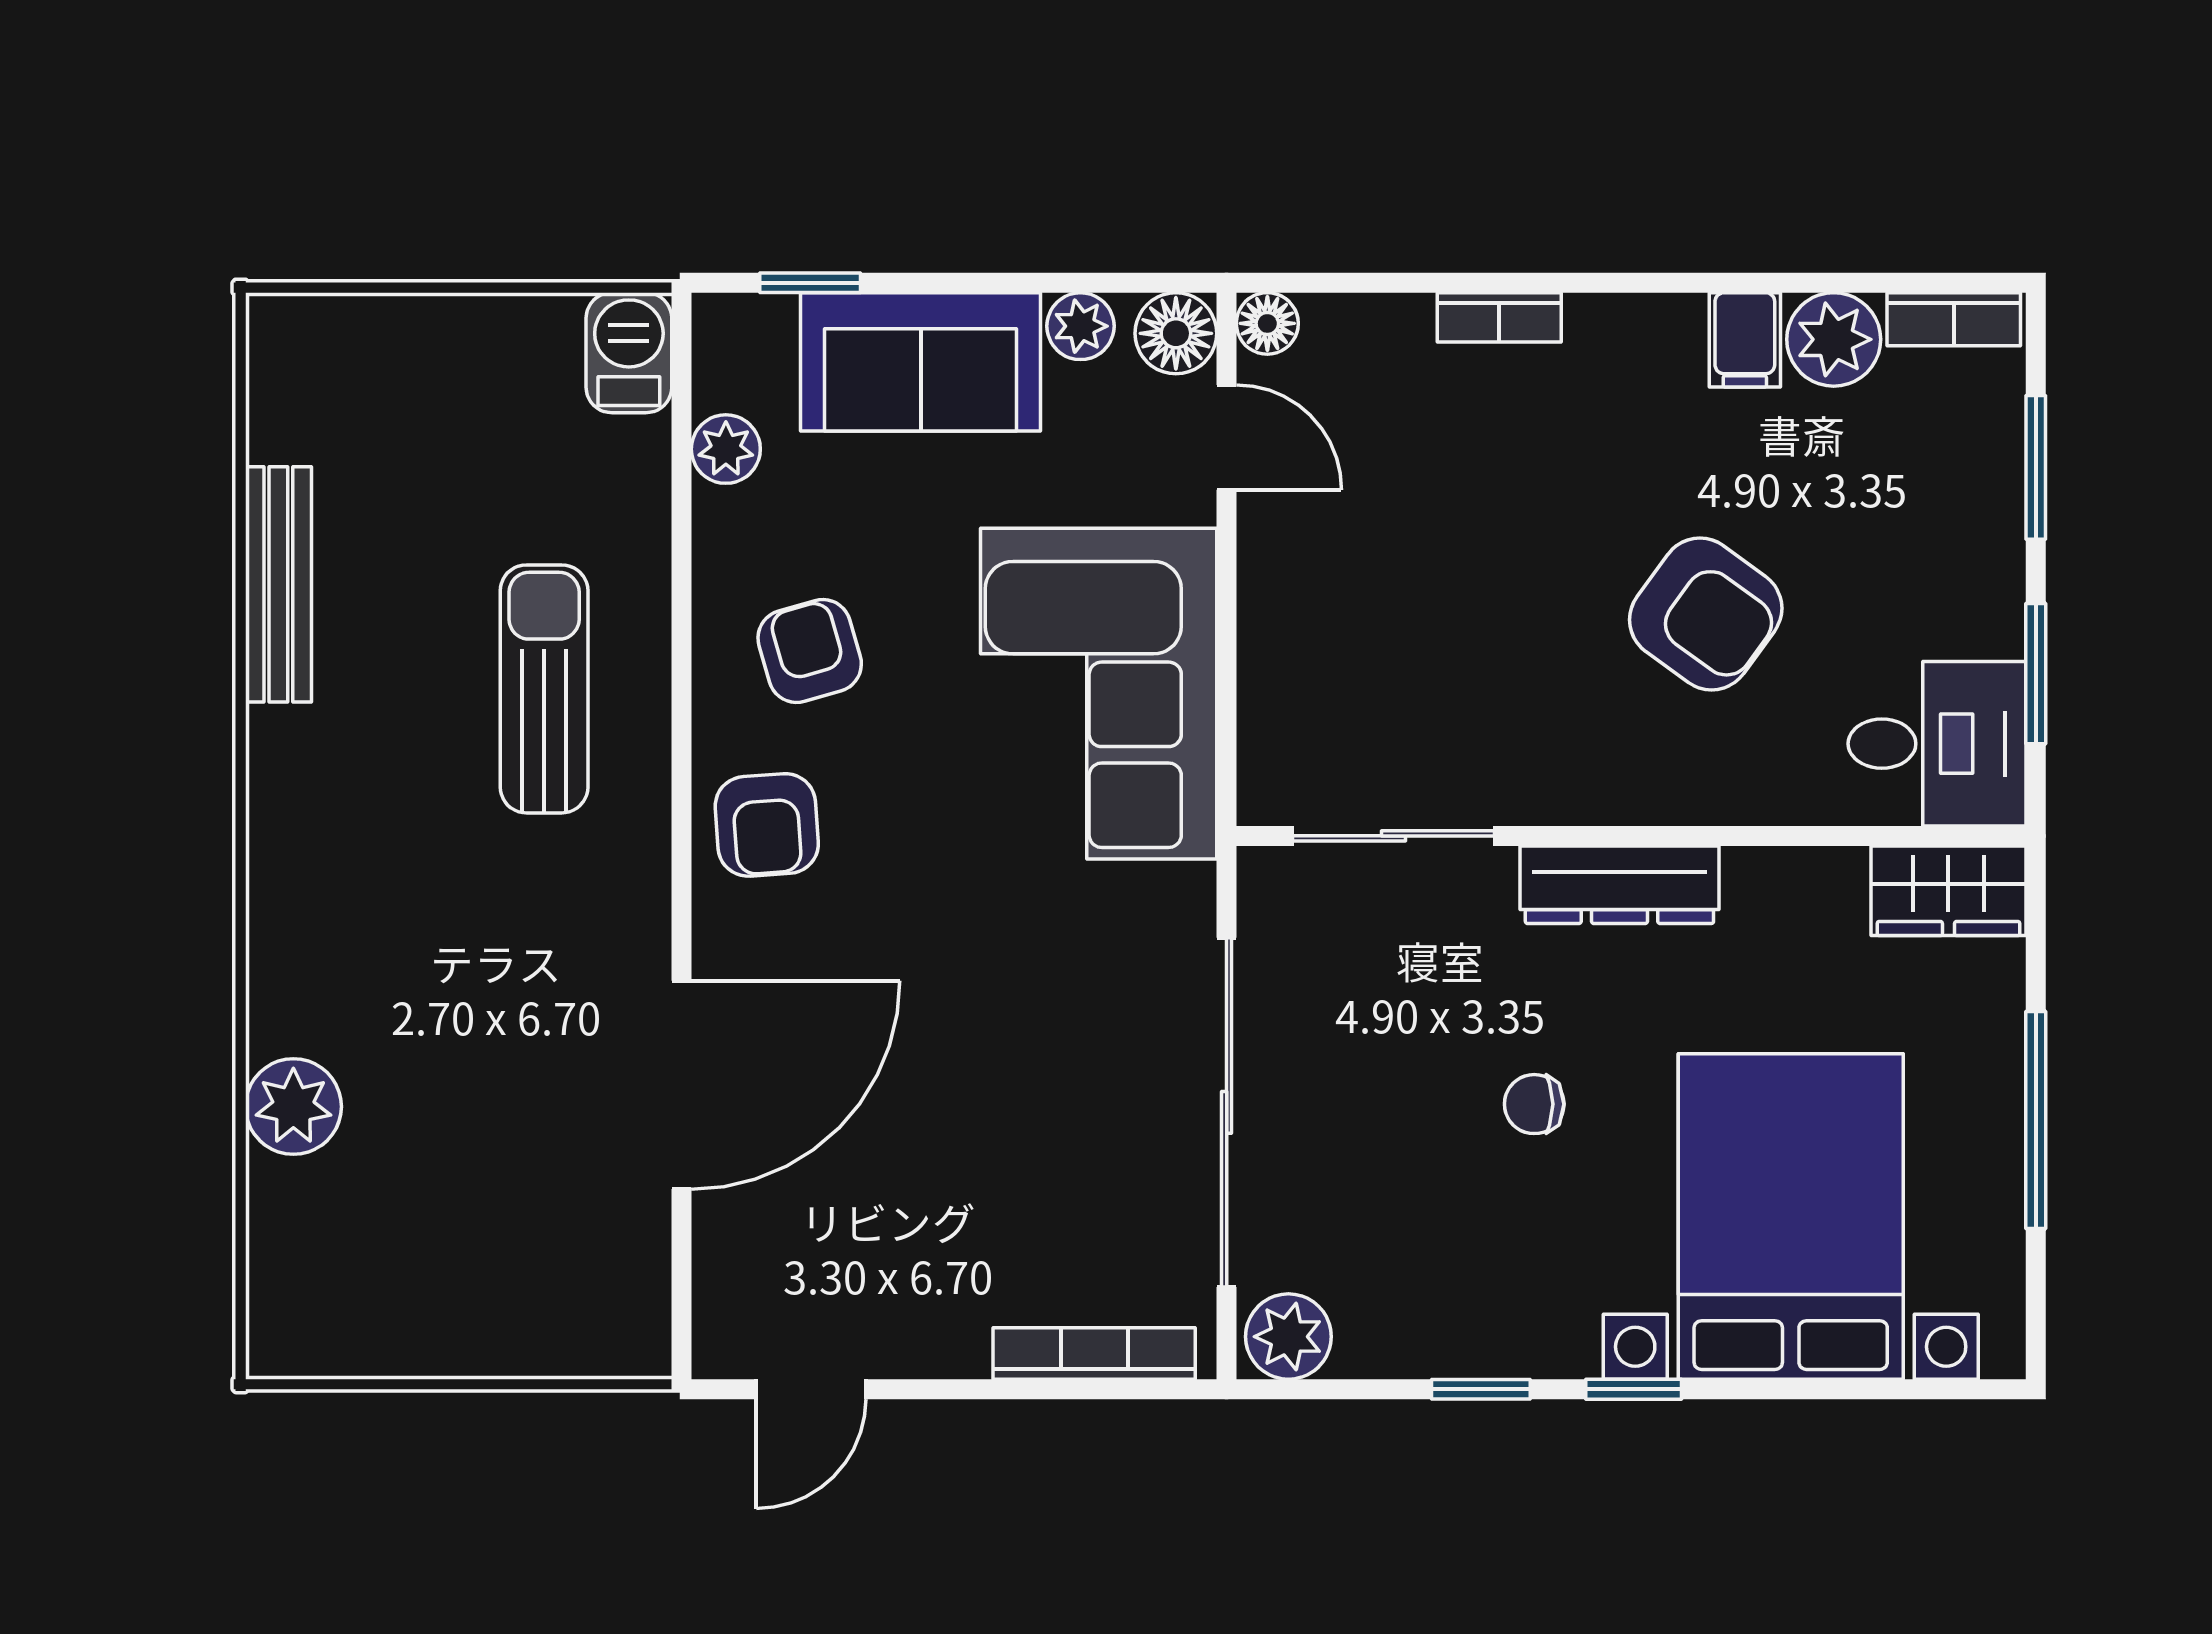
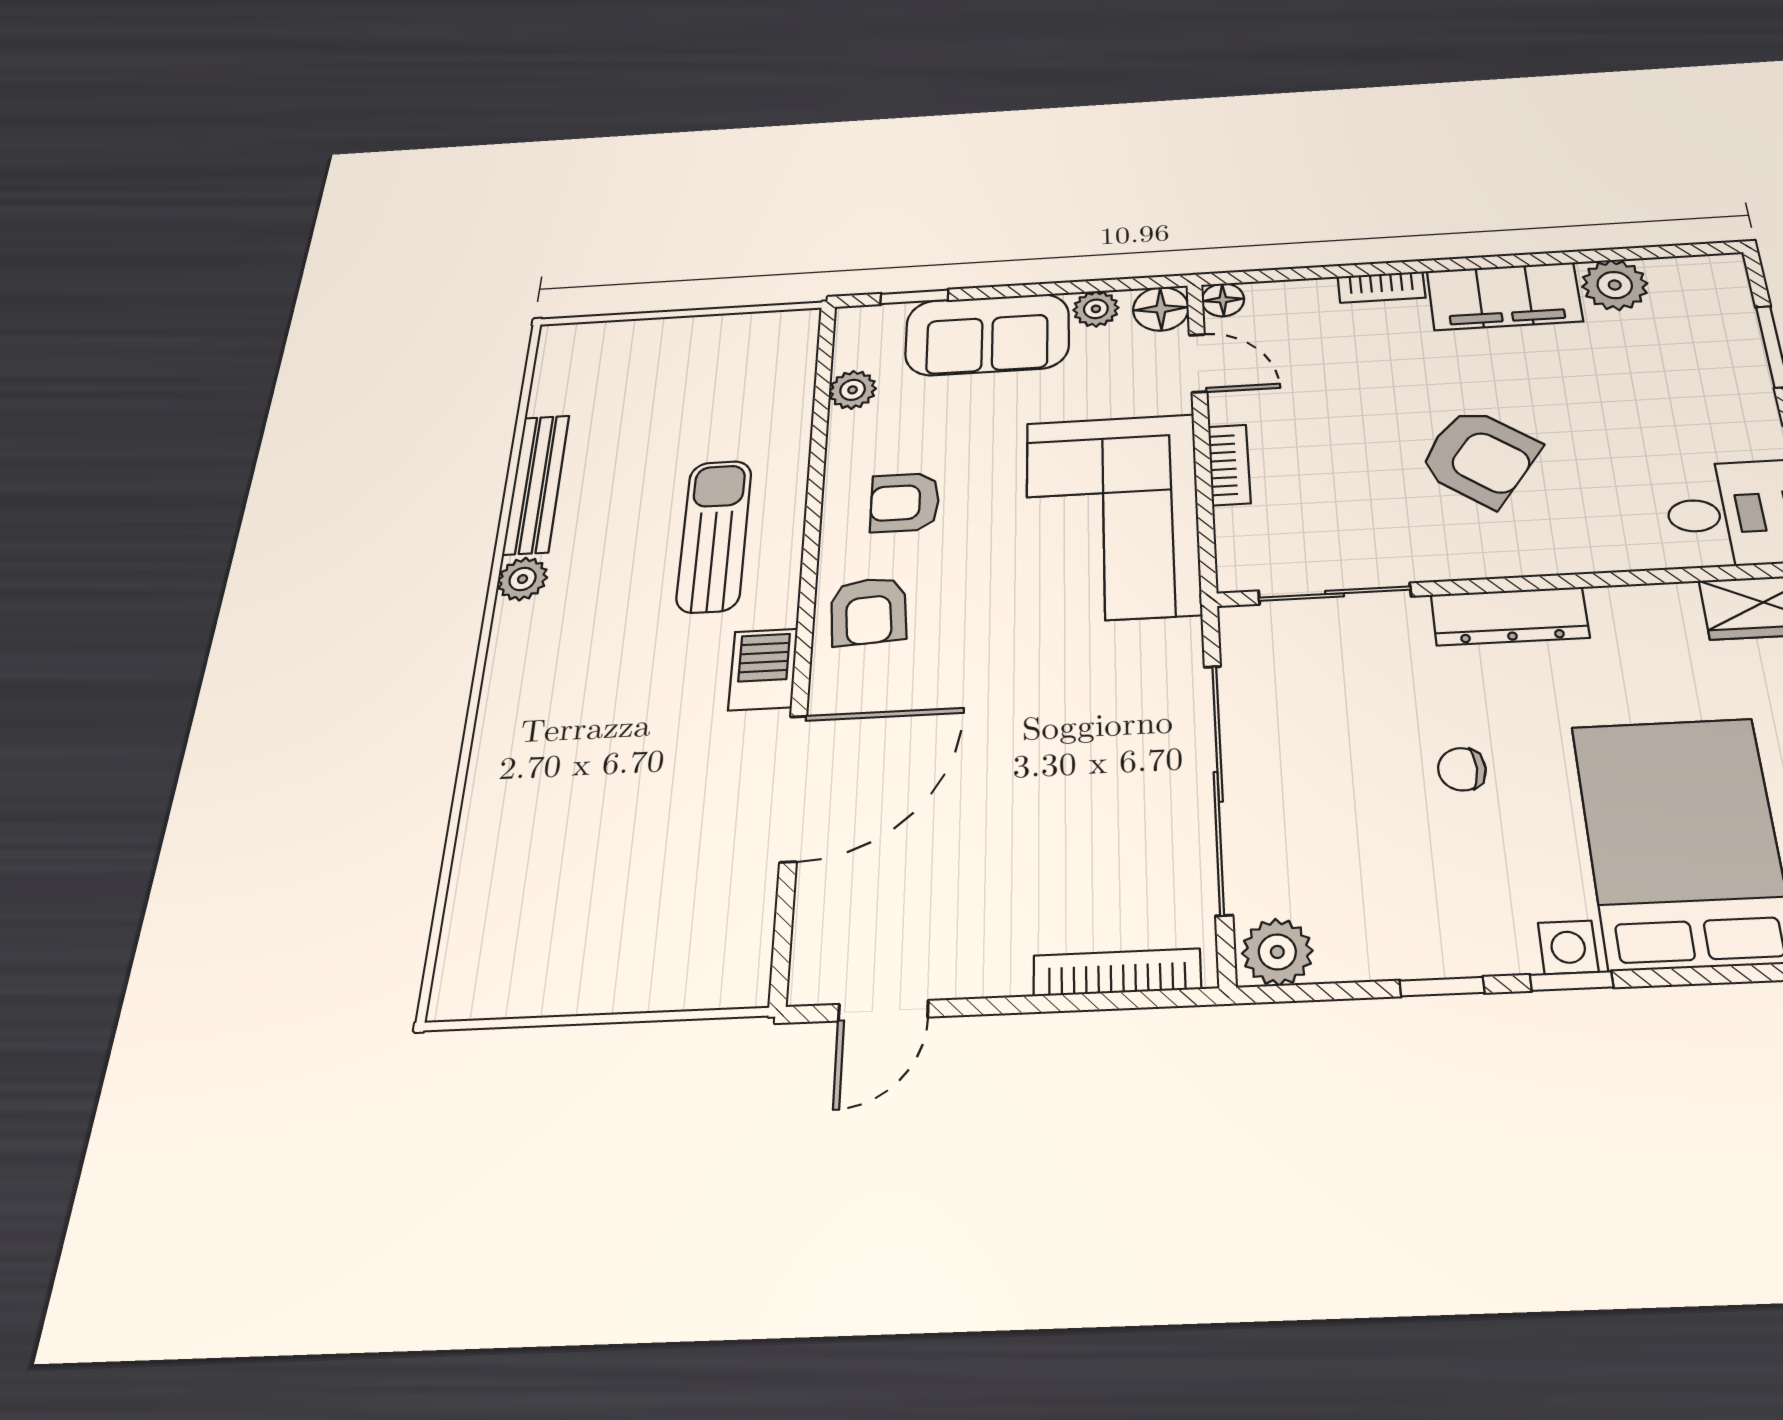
bookcase: (1954, 319) -> (1229, 465), moved, turned -90
filing cabinet: (1745, 340) -> (1504, 296), width x3.00, depth x1.17
barbecue: (629, 353) -> (763, 669), moved
armchair: (1706, 614) -> (1479, 457), moved
armchair: (810, 651) -> (905, 502), turned -74
plant: (293, 1107) -> (523, 579), moved, width x0.73, depth x0.73

